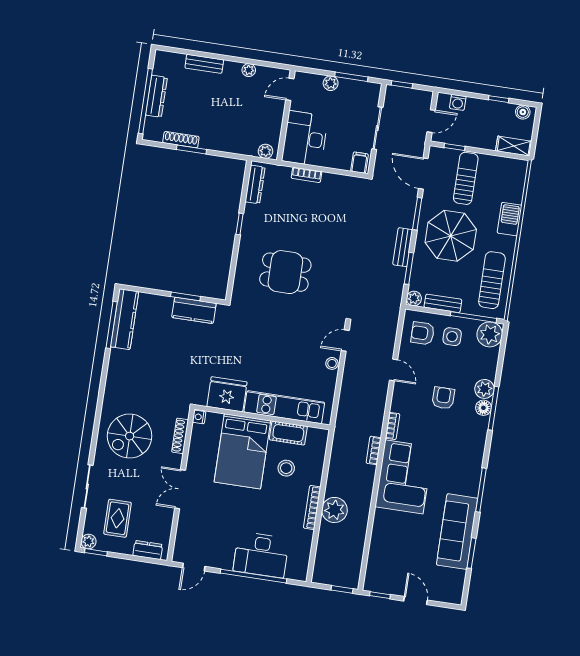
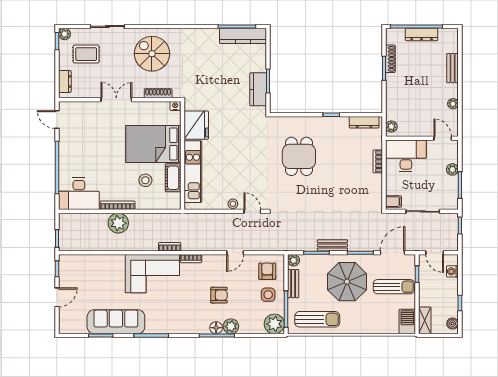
barbecue: (510, 219) -> (407, 322), moved, turned -90
desk: (261, 555) -> (79, 194), moved, turned -90

